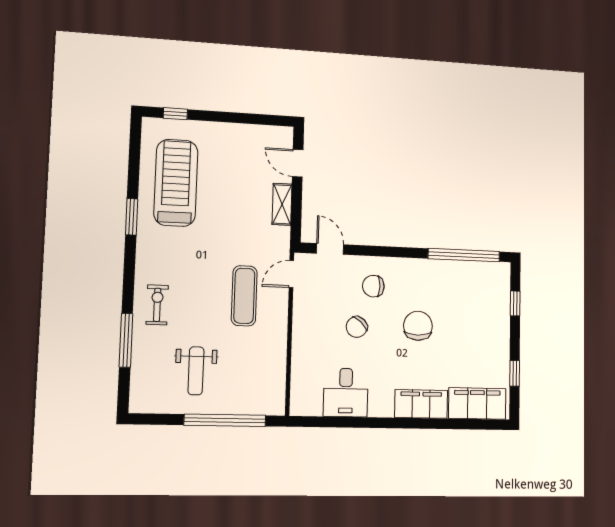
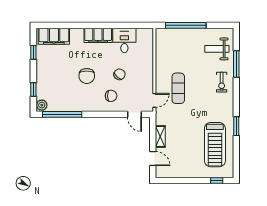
plant: (501, 274) -> (42, 105), added
weight bench: (196, 371) -> (217, 49), moved, turned -90
filing cabinet: (421, 404) -> (98, 35), moved

